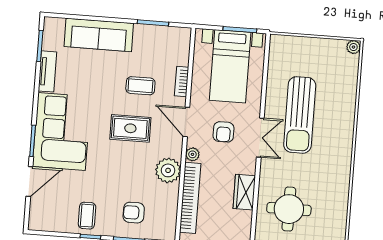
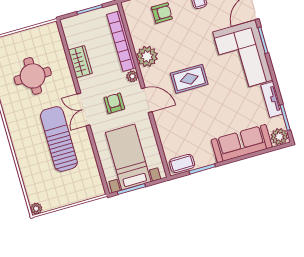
plant: (54, 27) -> (279, 137), added
bookcase: (182, 82) -> (162, 131), removed
coffee table: (140, 86) -> (182, 164), moved
round table: (289, 209) -> (33, 76), moved

